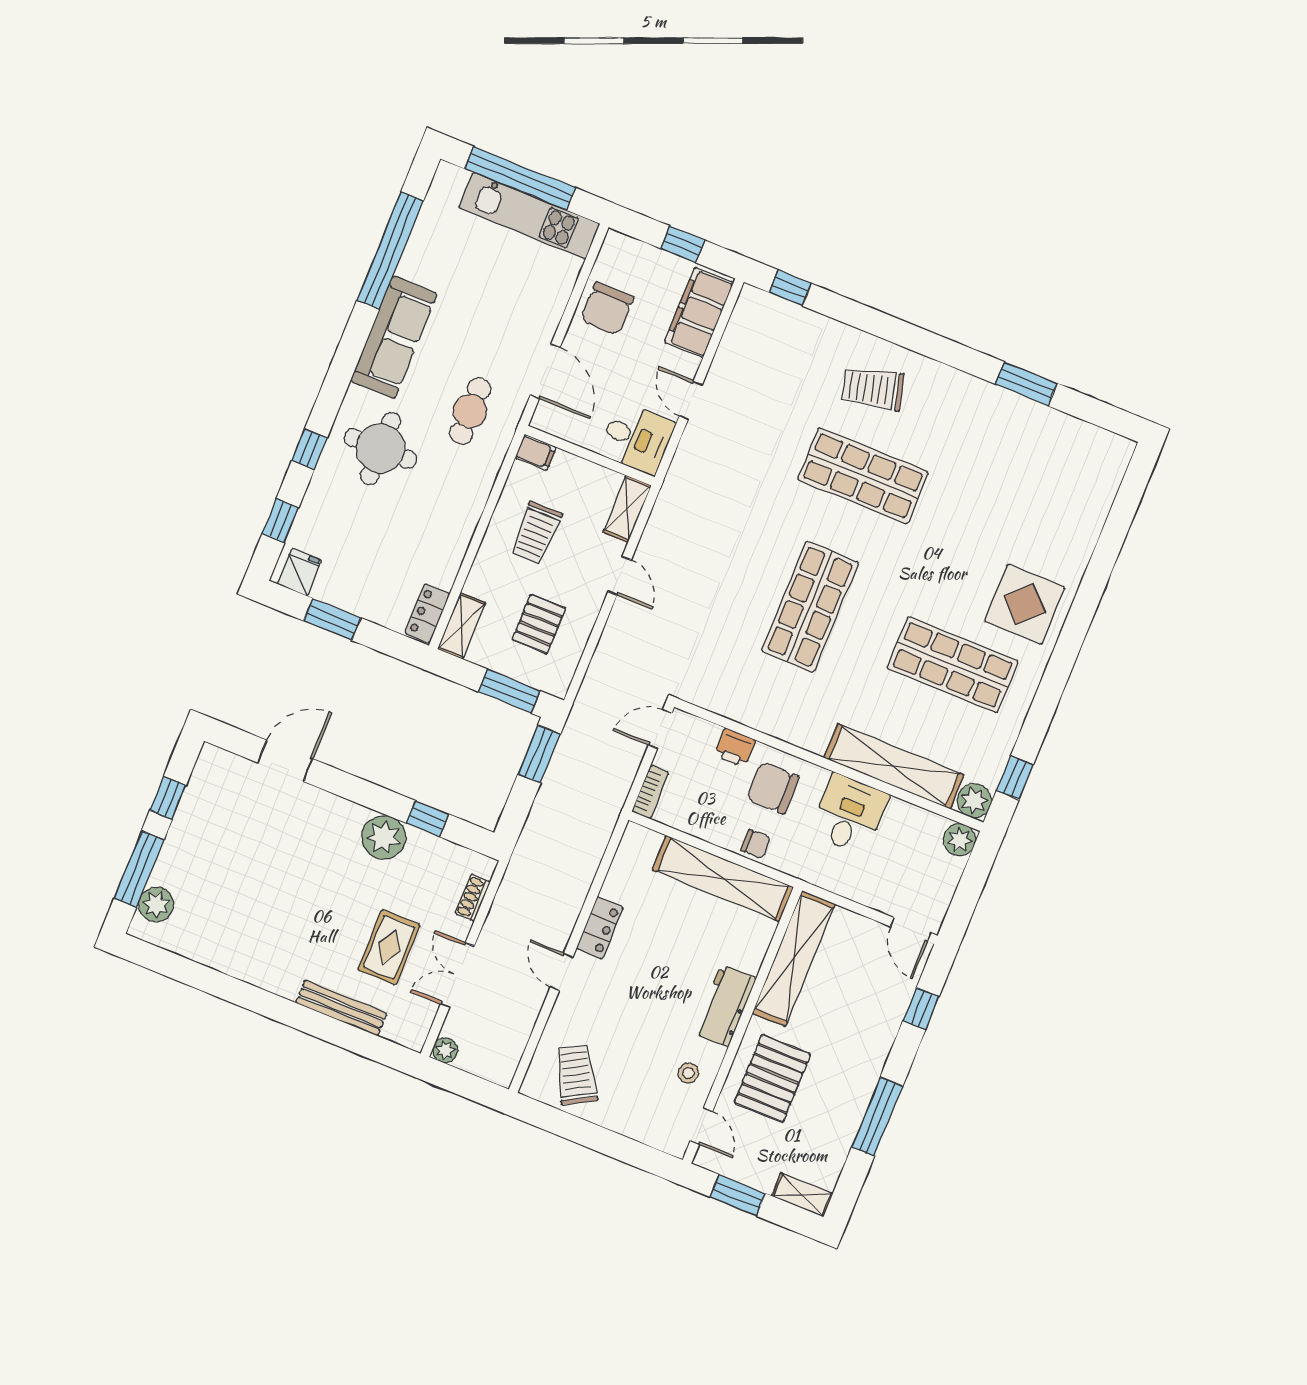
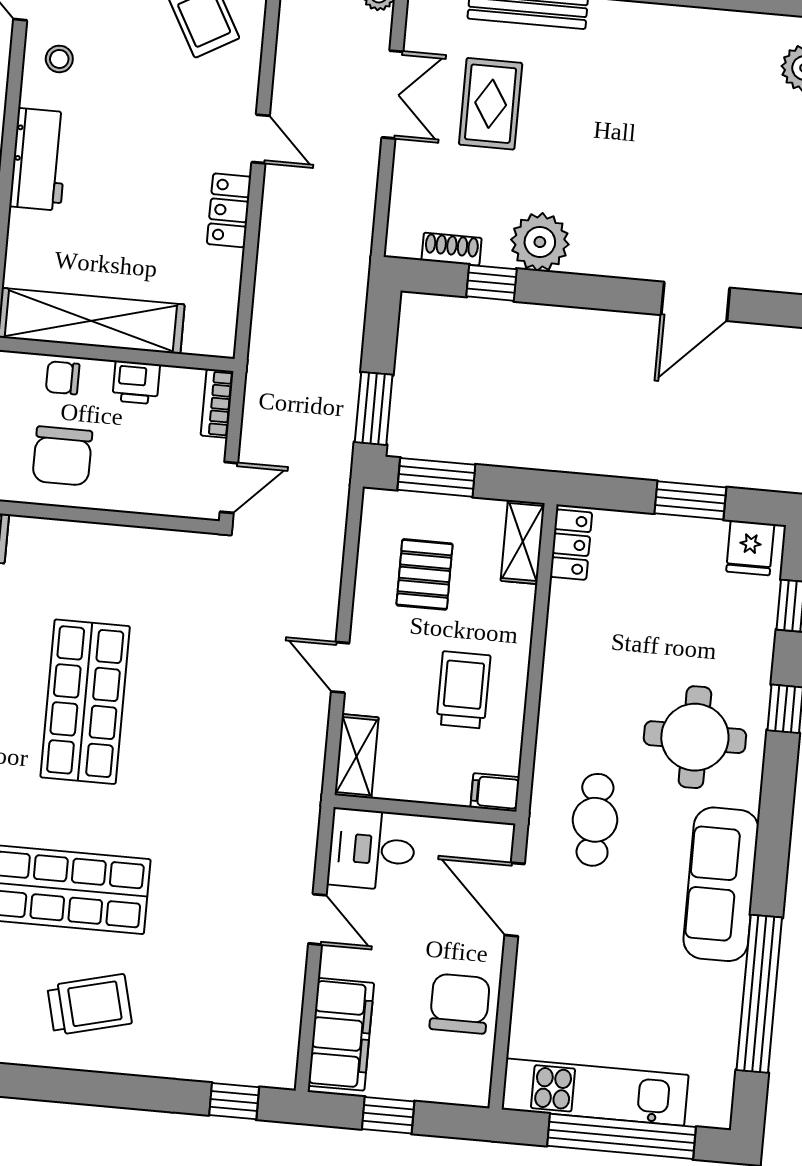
printer: (735, 748) -> (136, 382), moved, turned 180
chair: (773, 788) -> (62, 456), turned 90
shoe rack: (473, 898) -> (452, 249), moved, turned -90

